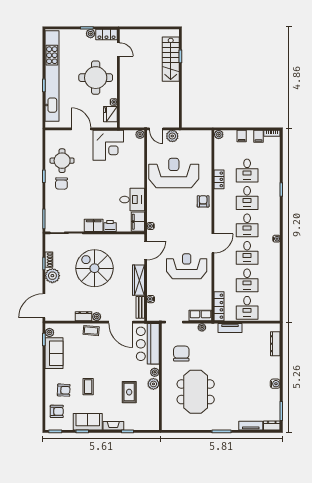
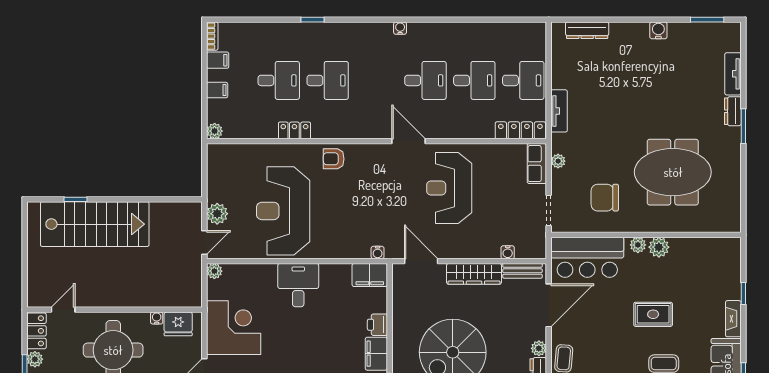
stairs: (171, 59) -> (95, 224), width x1.36, depth x1.51
desk: (132, 200) -> (298, 285), moved
desk: (247, 225) -> (377, 80), removed
rug: (129, 392) -> (653, 314), moved
dresser: (272, 426) -> (733, 111), moved

